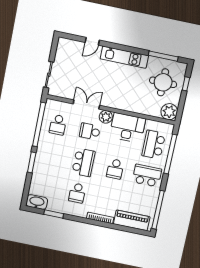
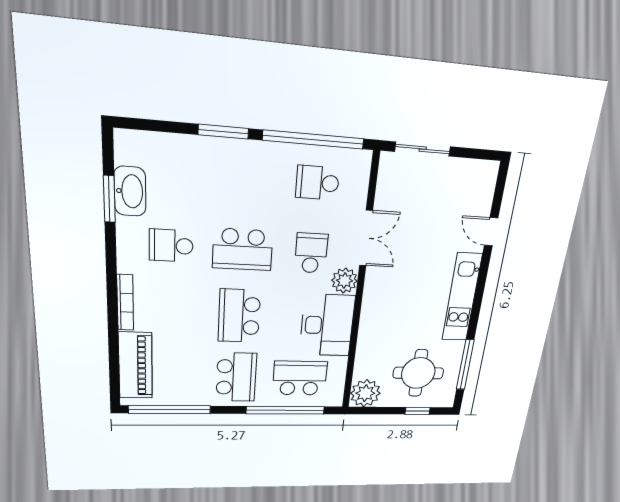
school desk: (115, 169) -> (239, 316), width x1.85
washbasin: (37, 202) -> (130, 191), moved

